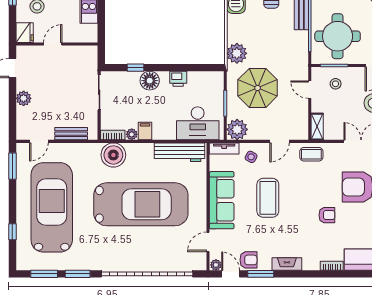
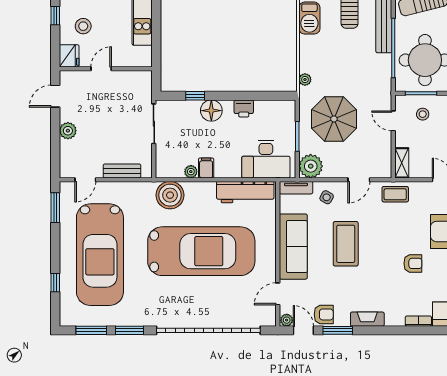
plant: (237, 53) -> (305, 80), width x0.53, depth x0.53
bookcase: (113, 135) -> (169, 172), removed
car: (52, 207) -> (100, 255), turned 180

